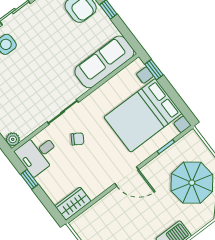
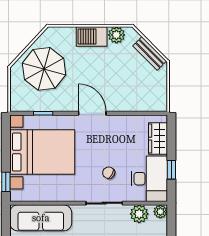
plant: (28, 125) -> (139, 214), added
desk: (38, 154) -> (149, 179), width x1.37
wardrobe: (73, 204) -> (158, 139), moved, turned 90

